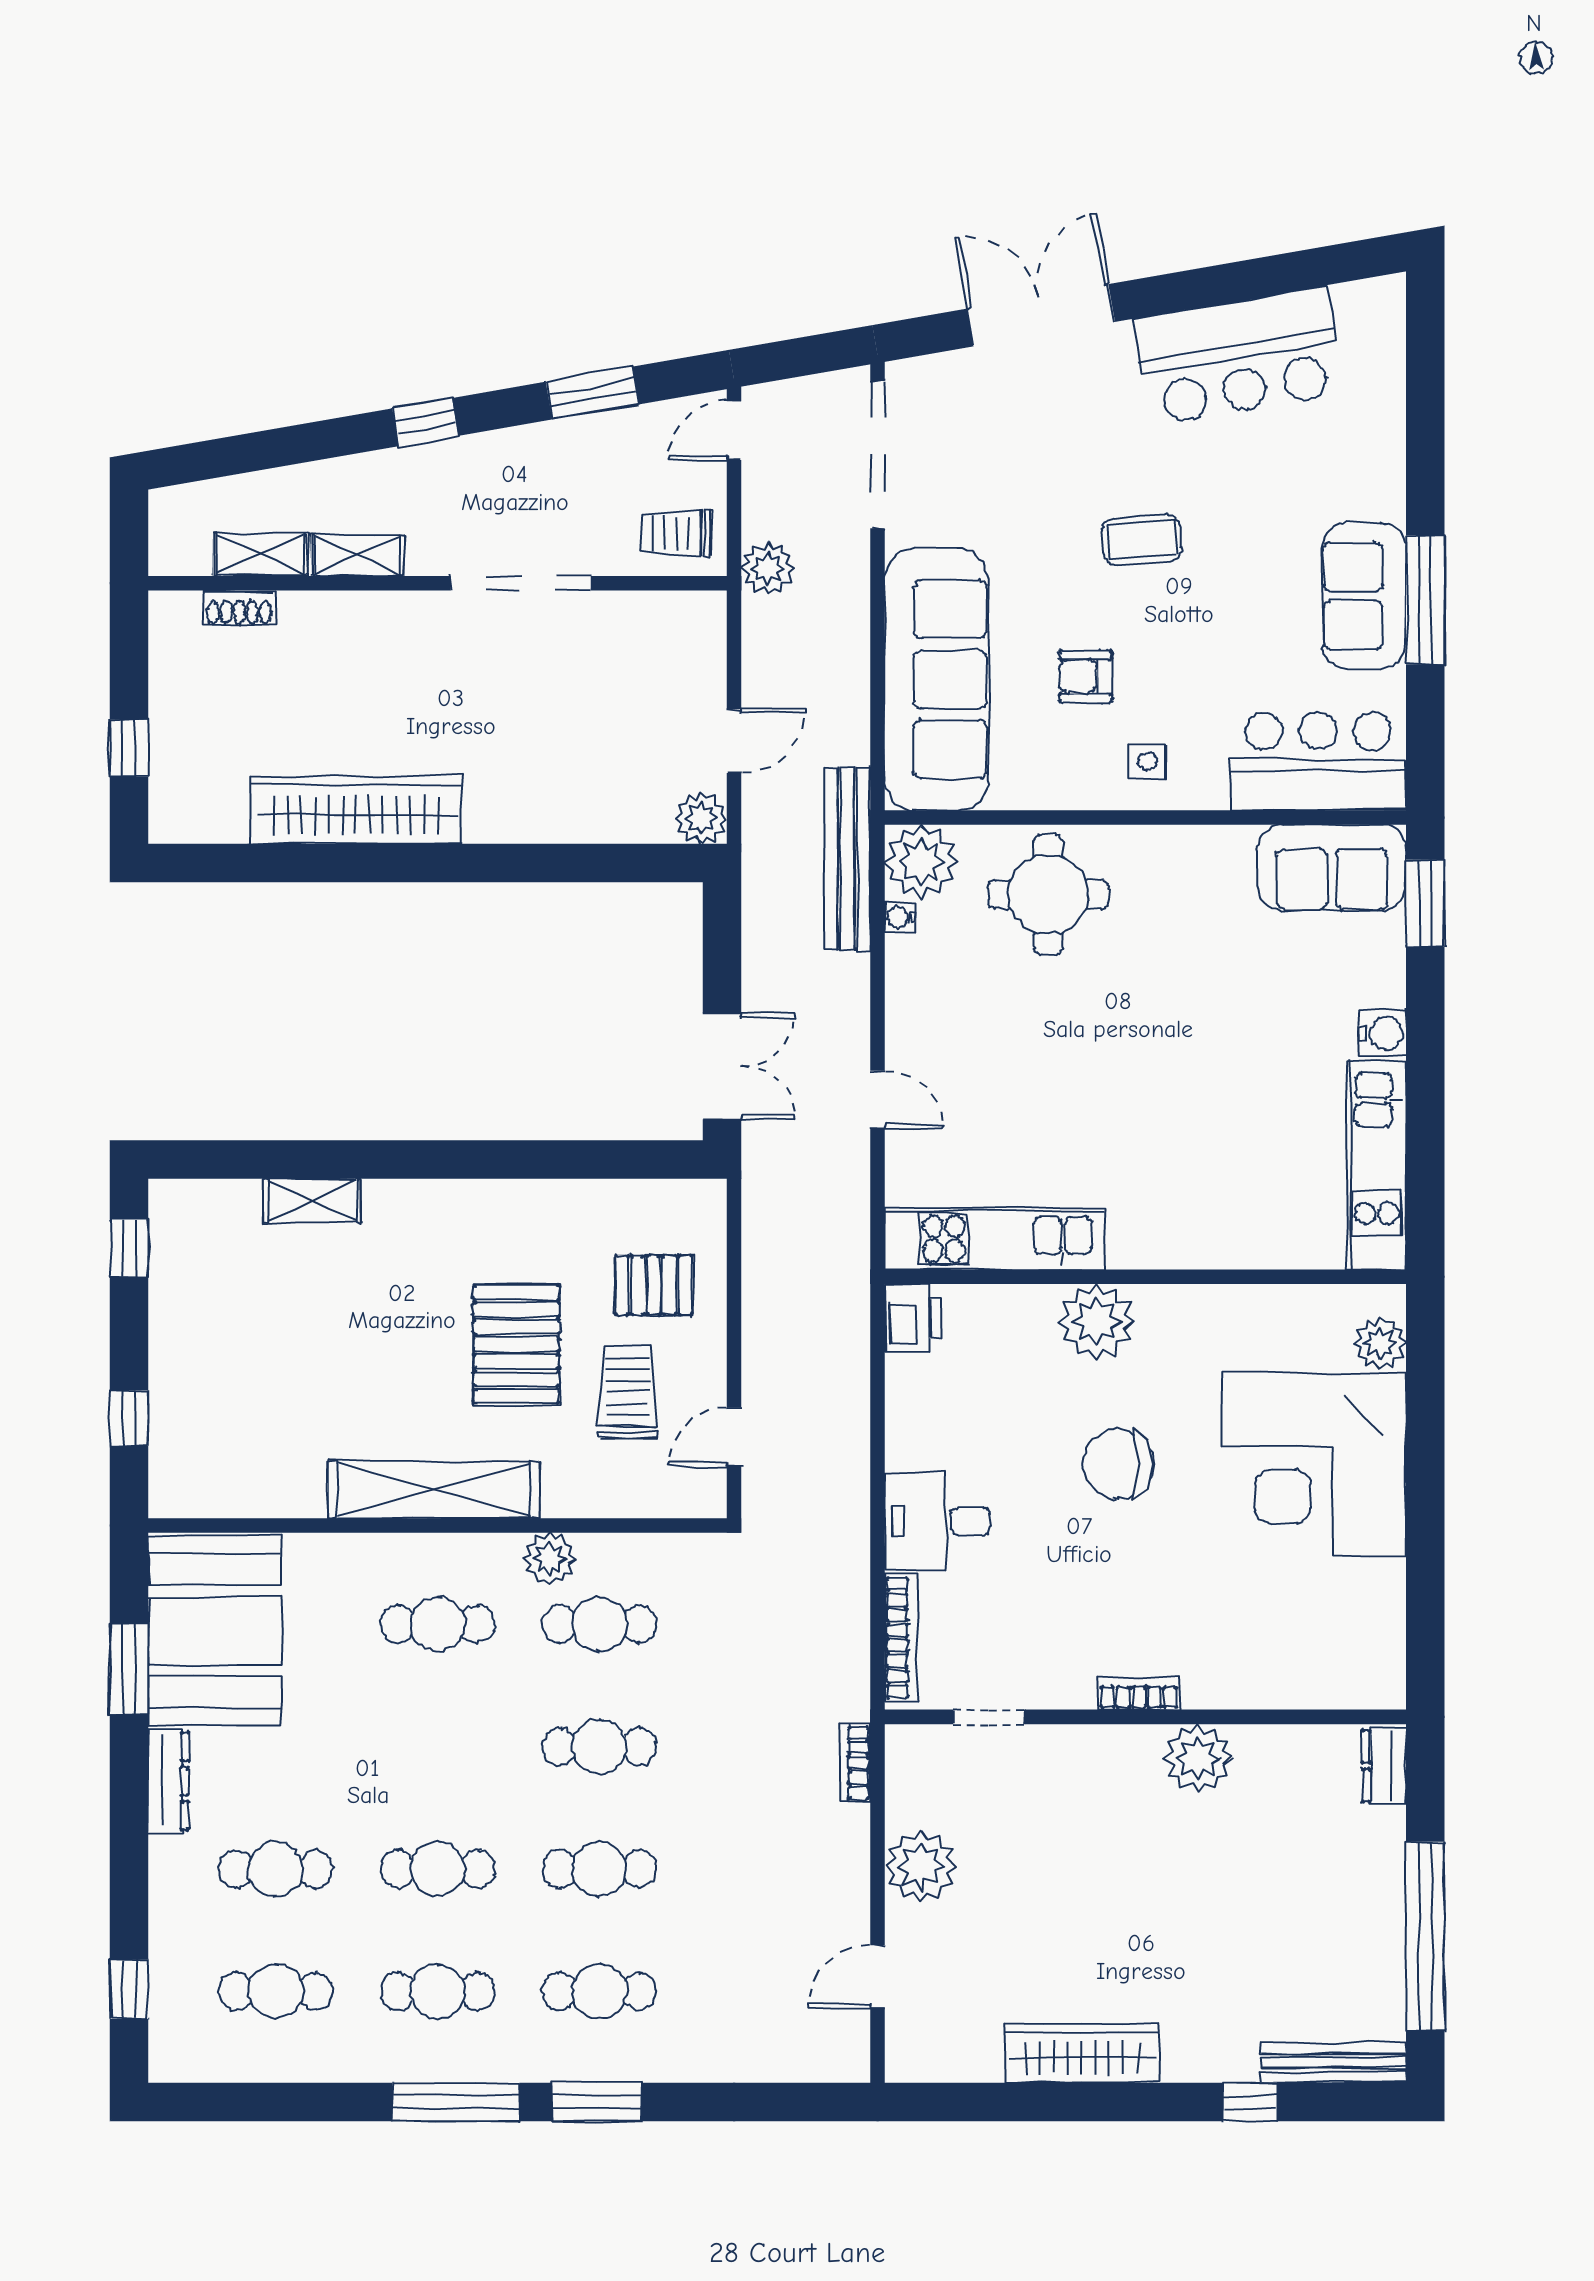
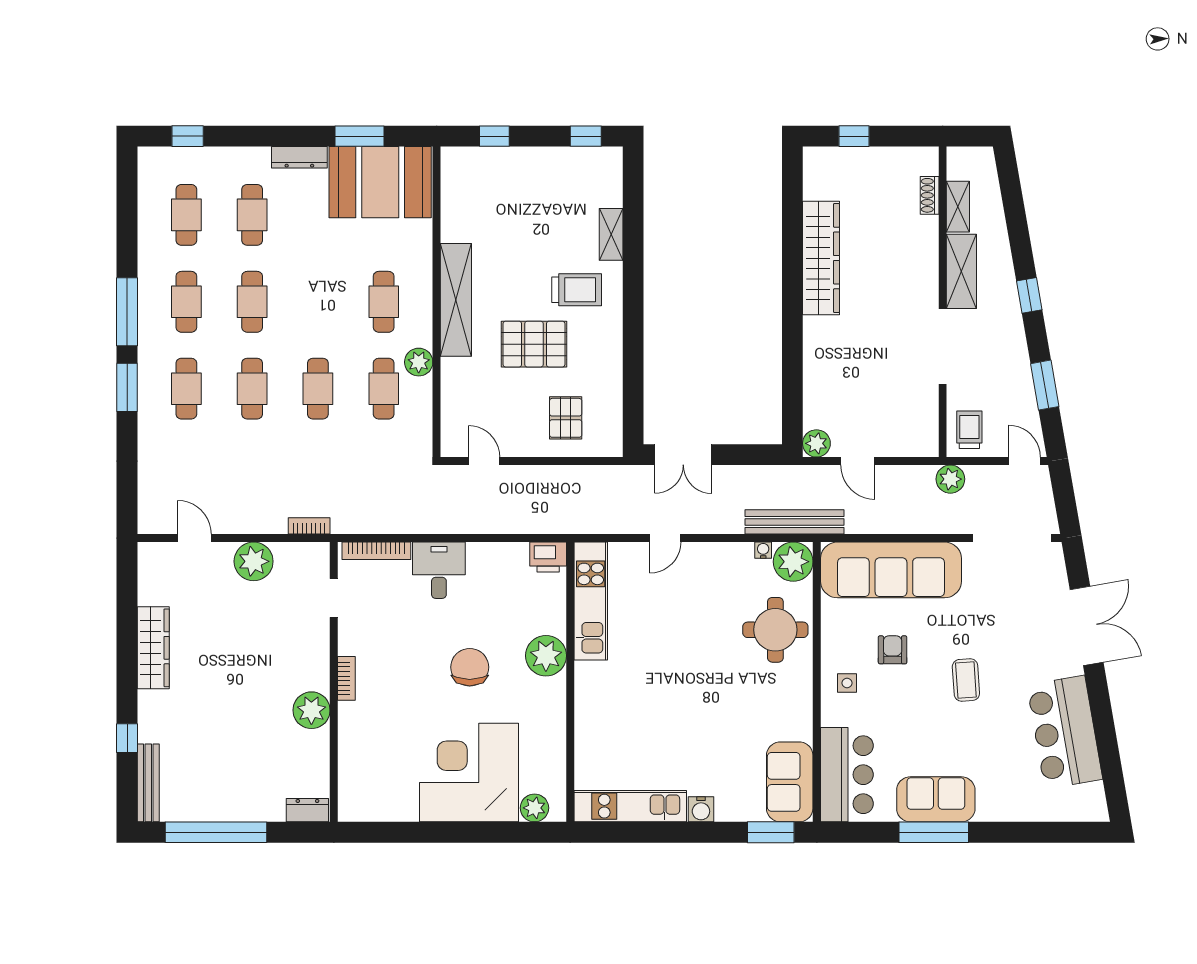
shelving: (358, 555) -> (961, 271), width x1.50, depth x1.33
trolley: (628, 1393) -> (577, 290), moved

